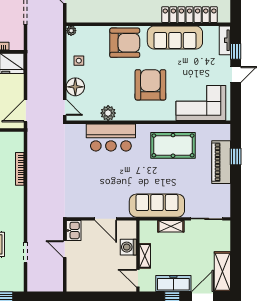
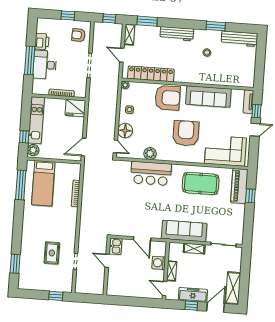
locker: (190, 15) -> (151, 74), moved
piano: (221, 162) -> (239, 186), moved

